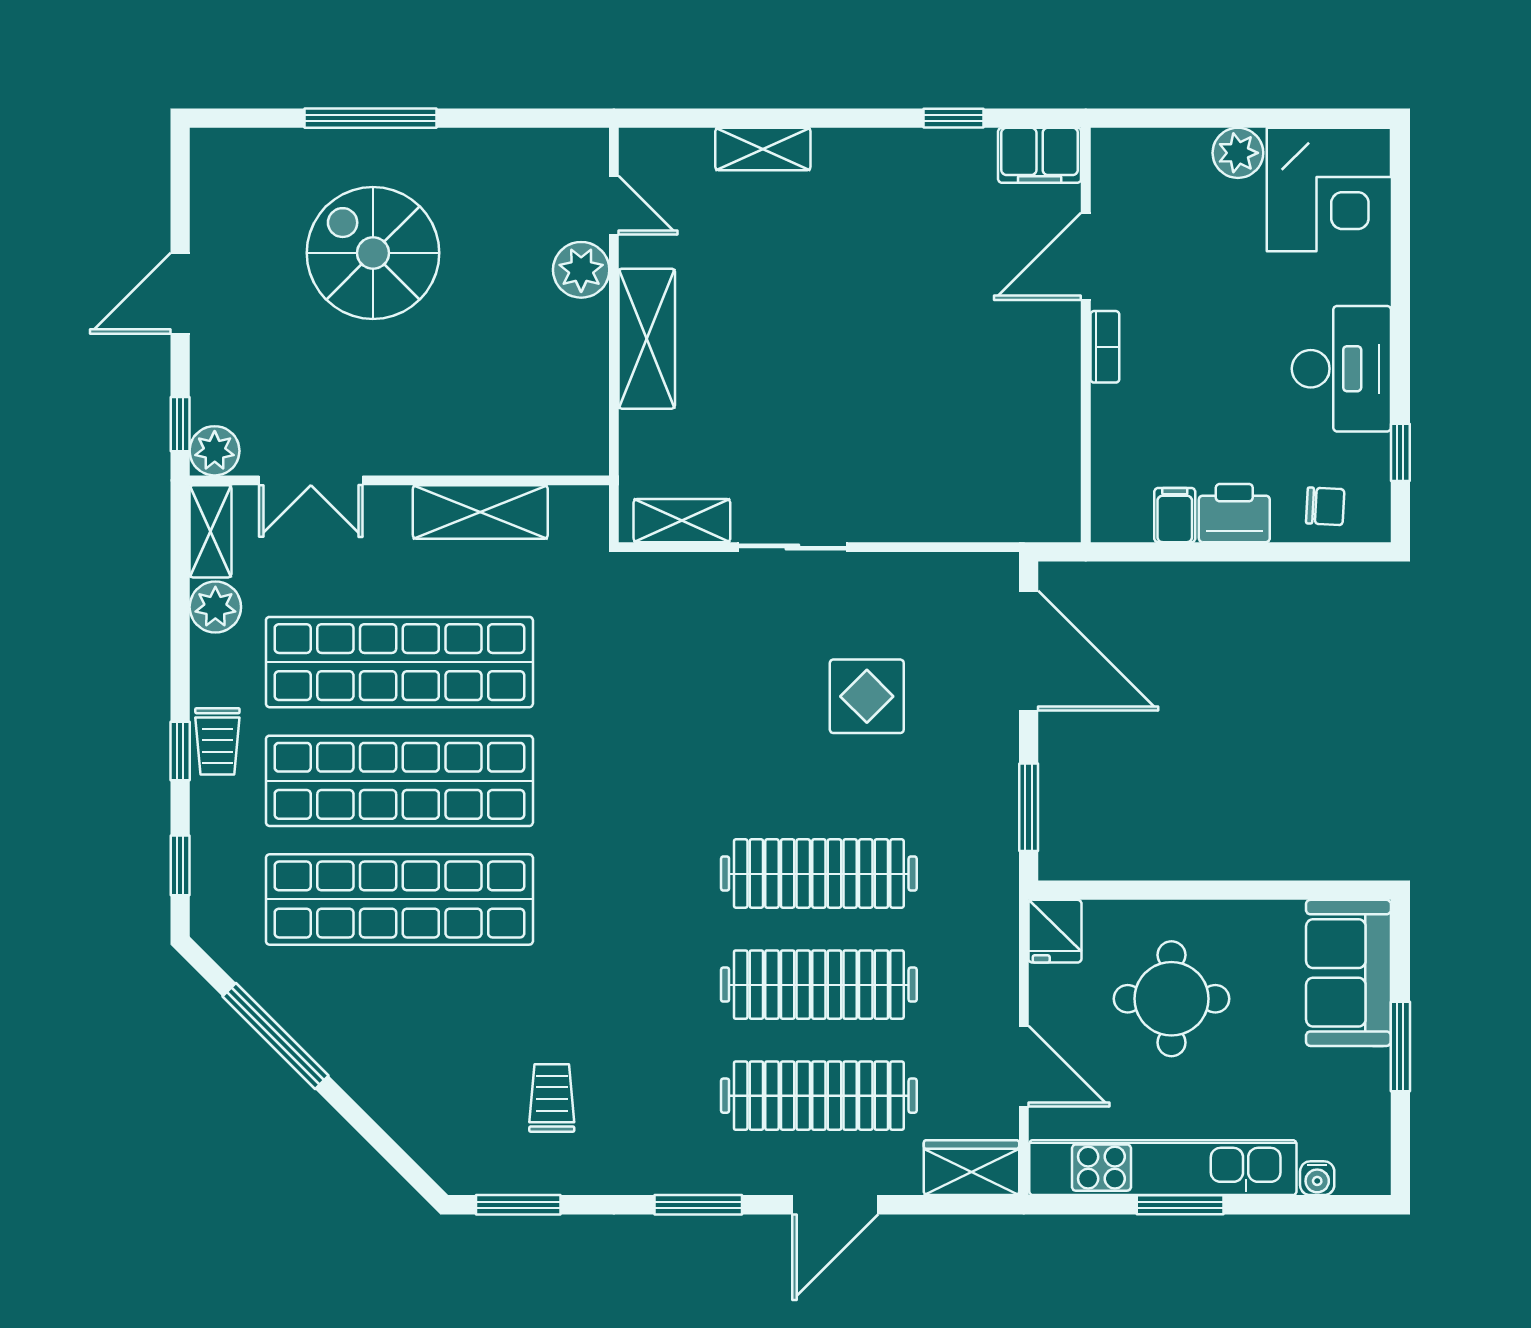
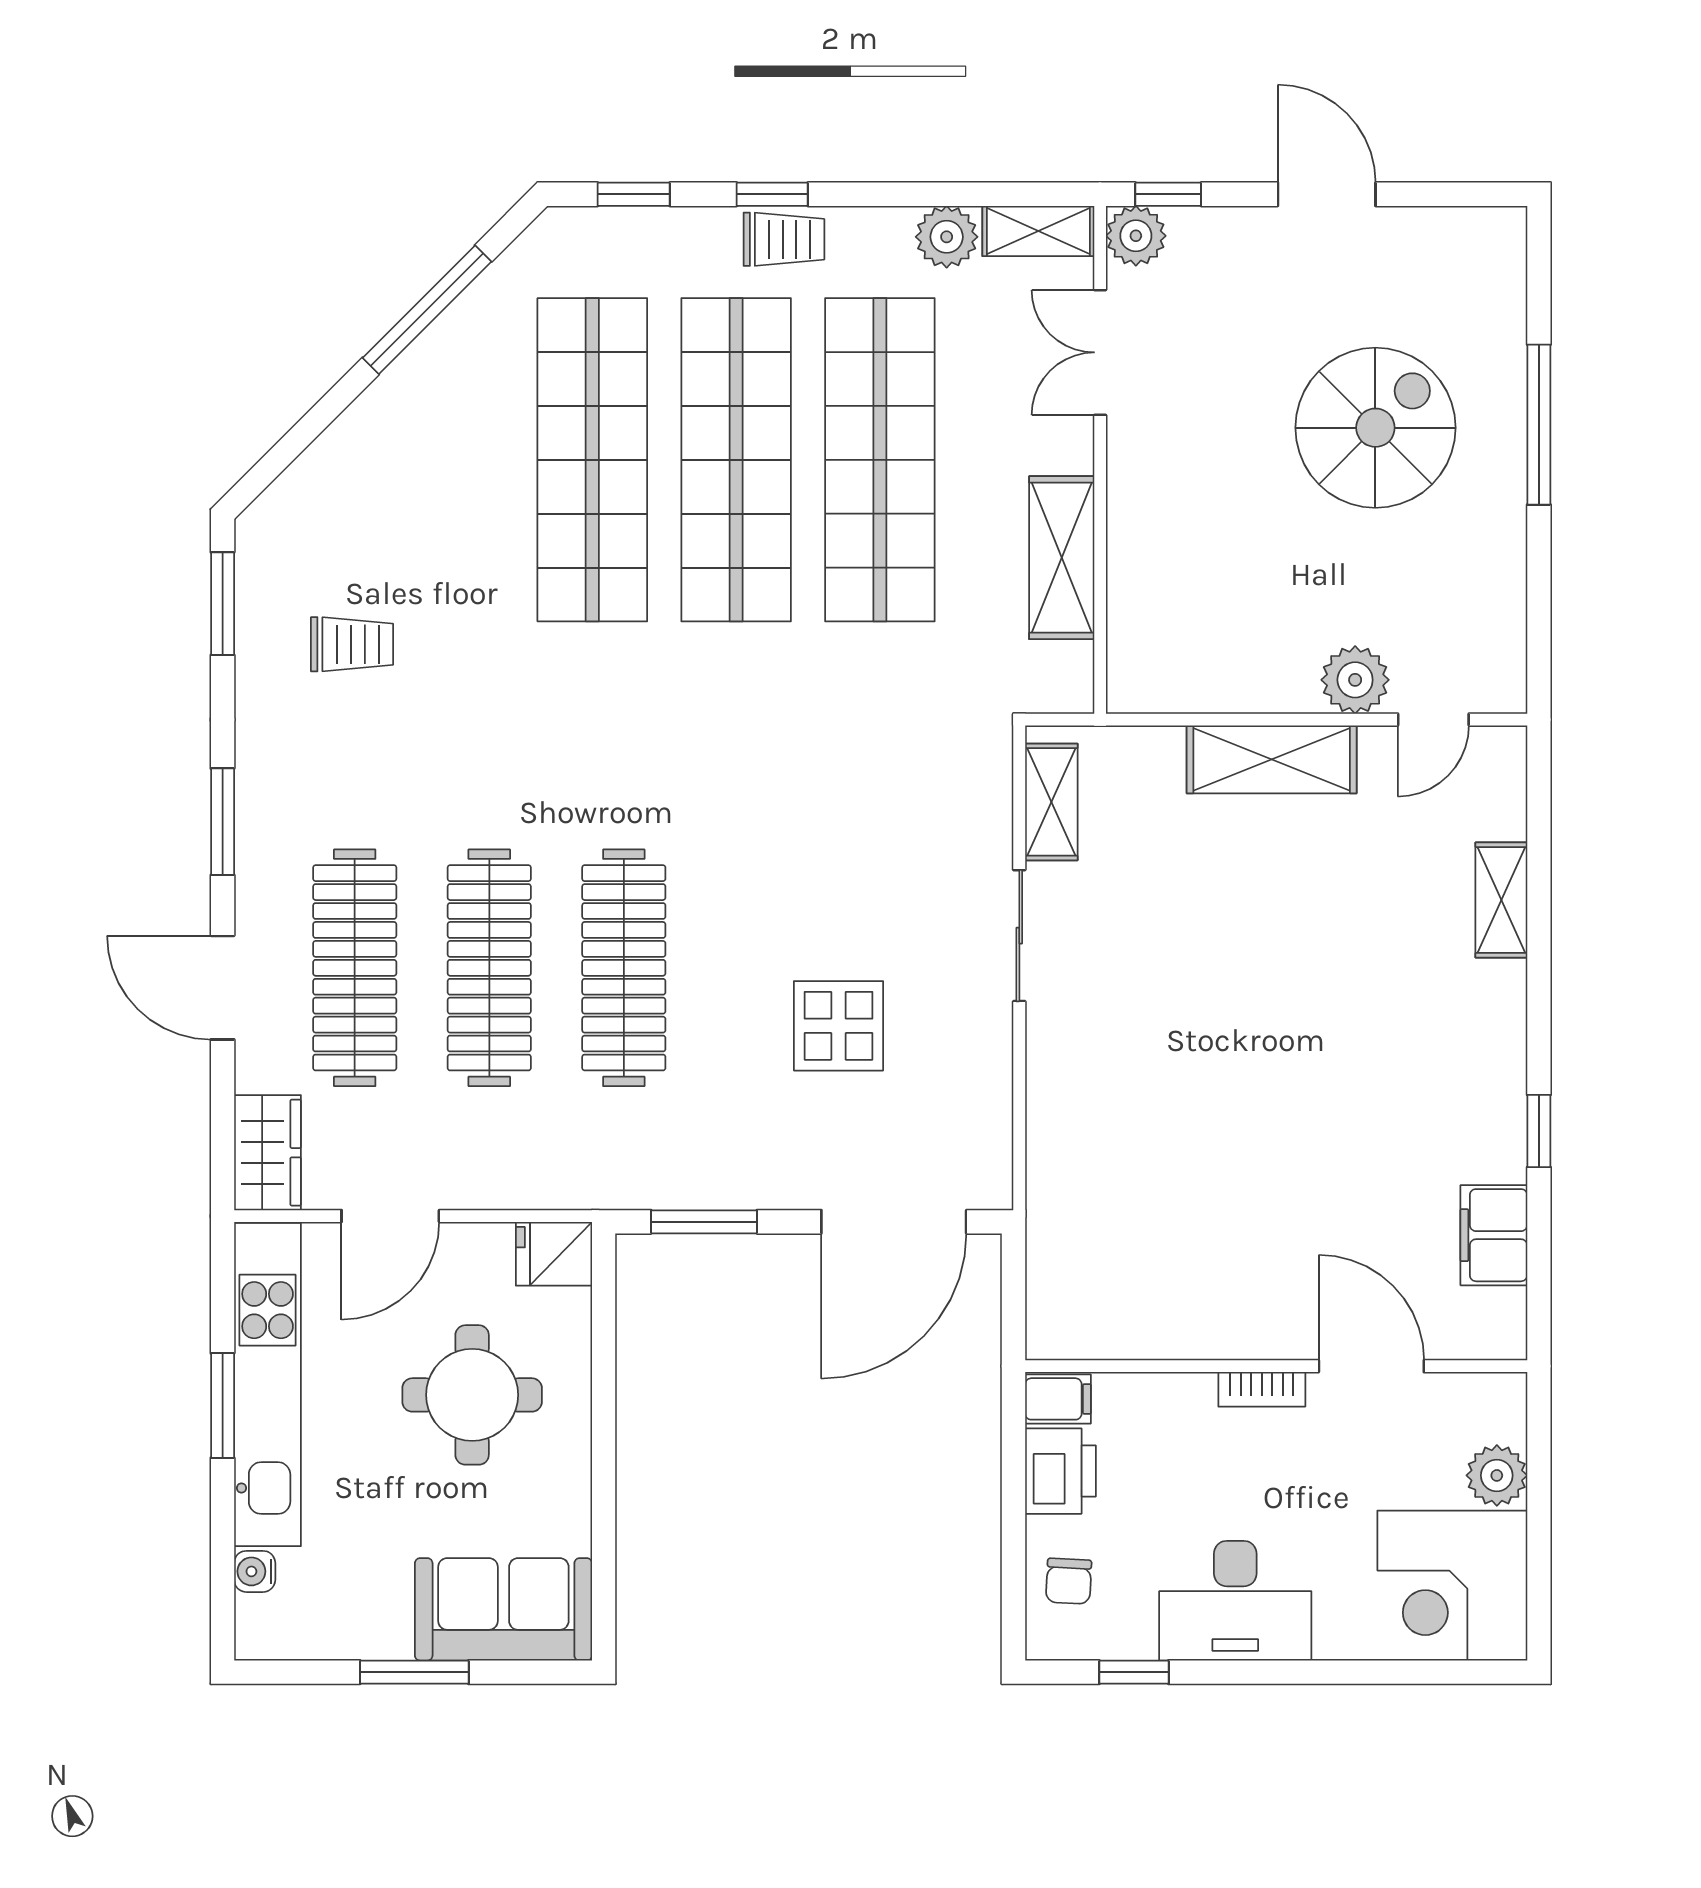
door: (1086, 256) -> (1371, 1366), moved
wall: (1086, 335) -> (1276, 1366), moved
bookcase: (1105, 347) -> (1262, 1389), moved
trolley: (217, 741) -> (784, 239), turned 180

